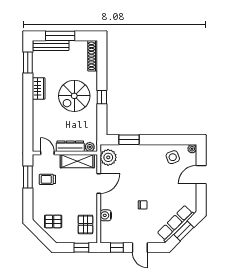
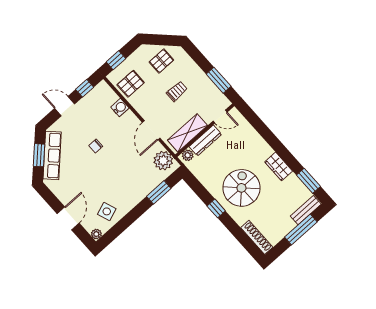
bench: (51, 46) -> (306, 210), width x0.73
trolley: (47, 179) -> (177, 91), moved
pallet: (85, 224) -> (131, 84), turned 90

